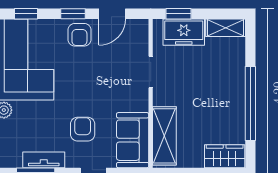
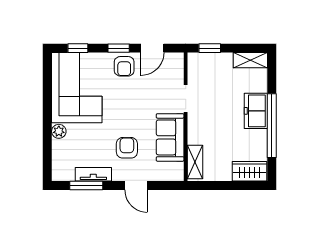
freezer: (184, 32) -> (256, 111), moved, turned 90
shelving: (164, 136) -> (195, 162), width x0.67, depth x0.75
sofa: (133, 140) -> (170, 137), moved

